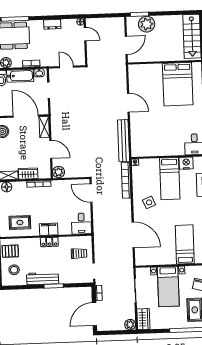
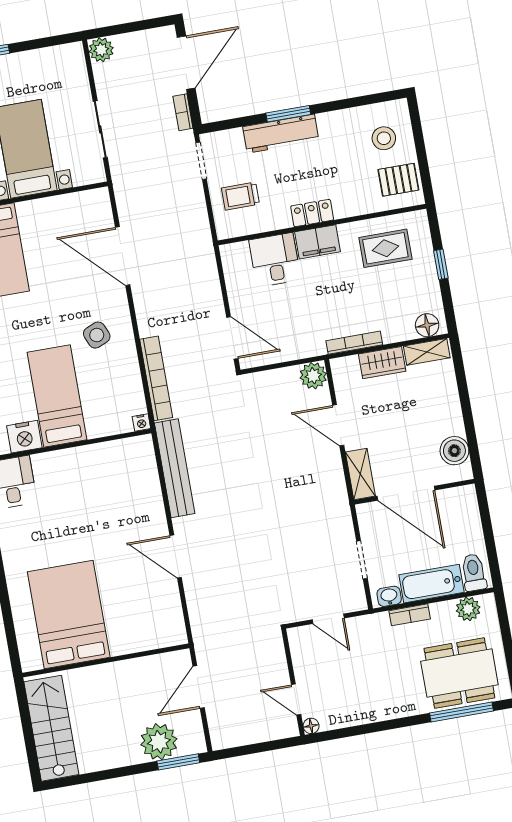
dresser: (52, 24) -> (374, 712), removed
desk: (81, 224) -> (275, 260), moved
workbench: (43, 278) -> (281, 134), moved
wardrobe: (143, 319) -> (73, 67), removed

